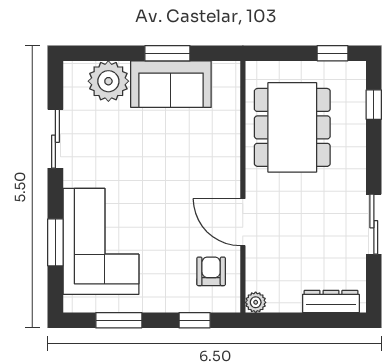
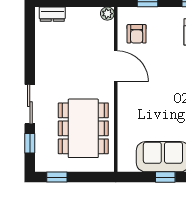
window: (167, 53) -> (165, 177), width x0.67
sliding door: (374, 224) -> (30, 104), moved
dresser: (331, 301) -> (52, 14), width x0.70

